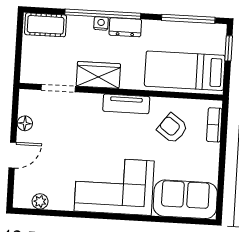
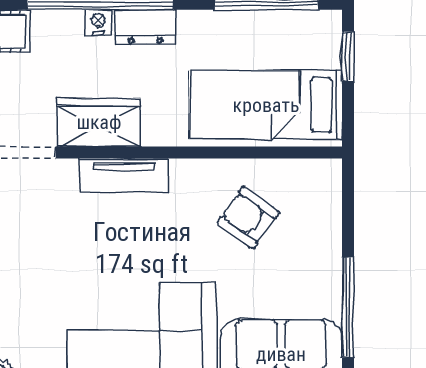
tv unit: (126, 104) -> (124, 175), moved
bookcase: (214, 125) -> (329, 206), removed
window: (221, 177) -> (348, 307), added

